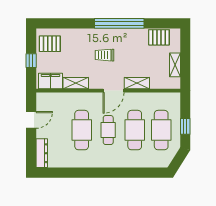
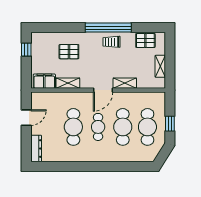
pallet: (50, 44) -> (69, 52), moved
trolley: (104, 55) -> (112, 42), moved
window: (31, 61) -> (26, 50), moved

